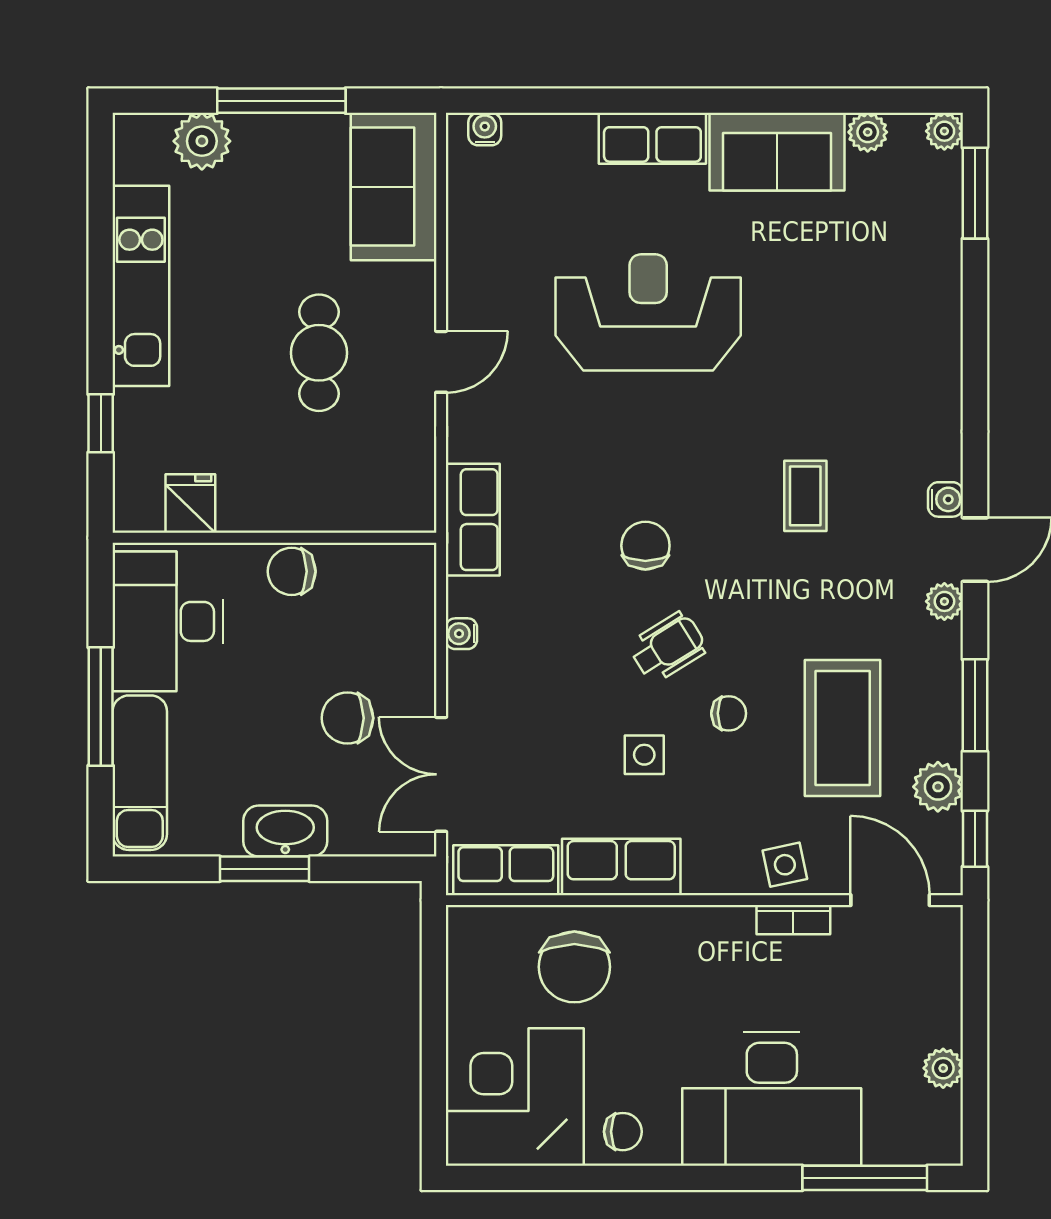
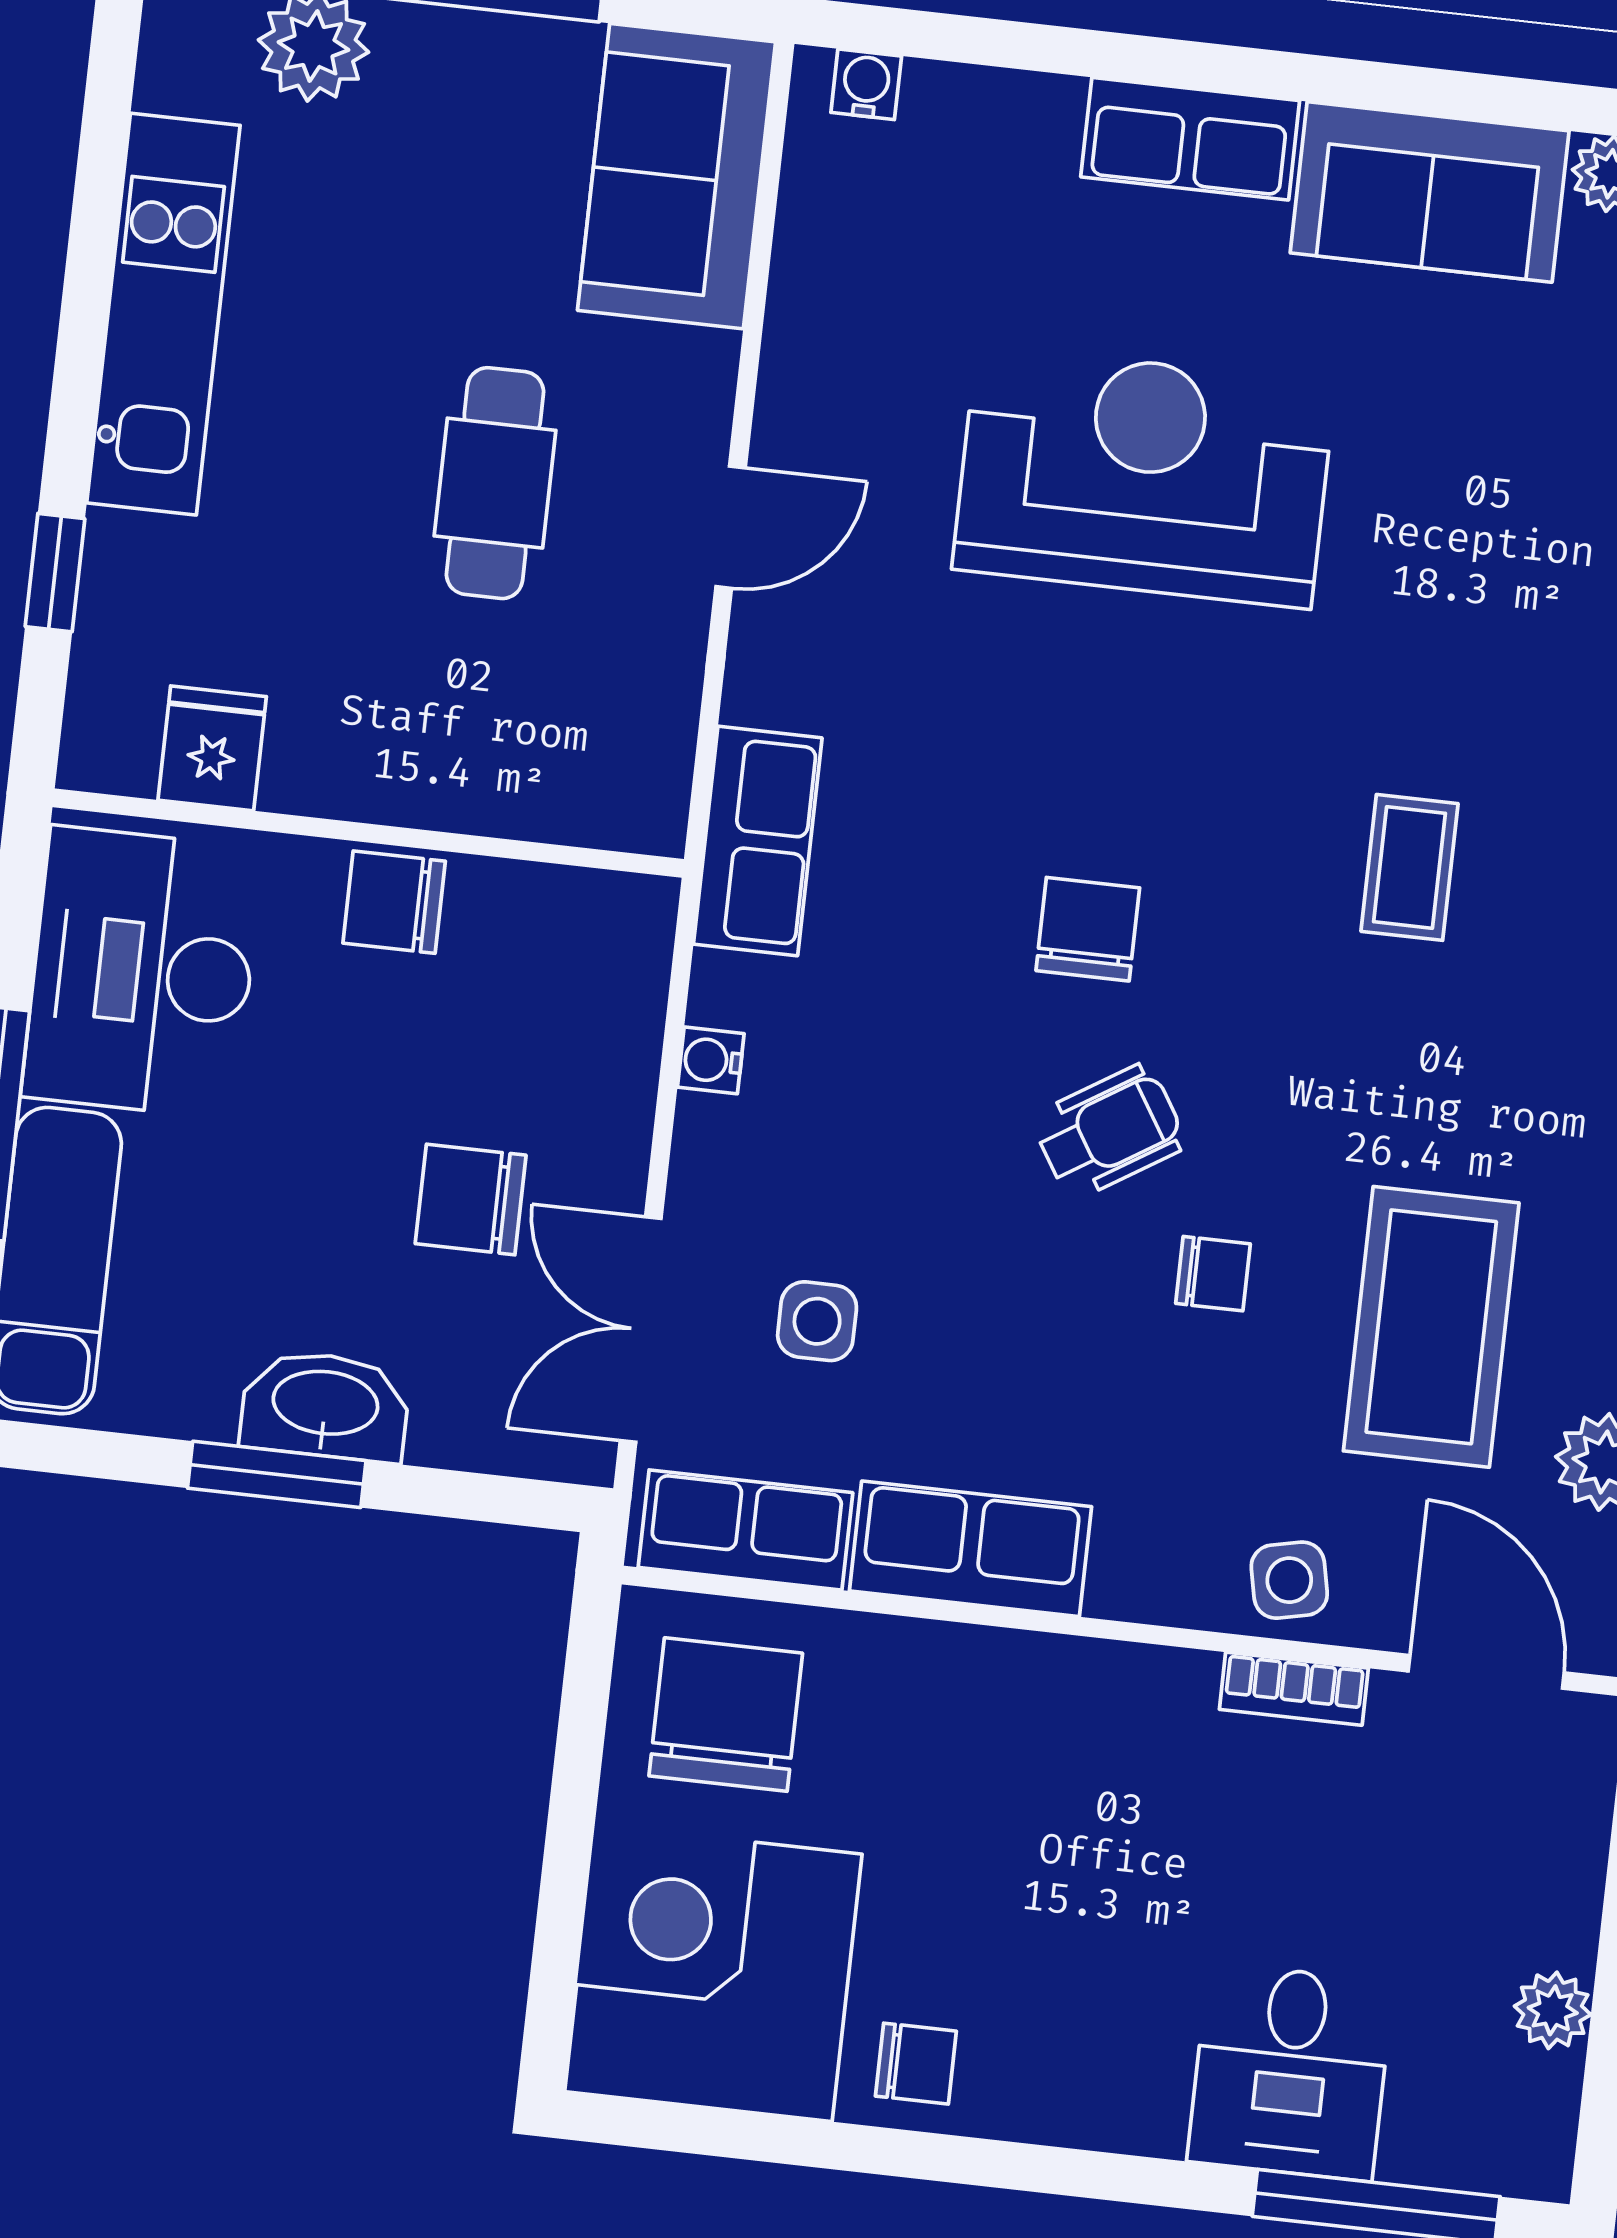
side table: (644, 755) -> (817, 1321), moved
chair: (574, 967) -> (726, 1715), moved, turned 180
desk: (772, 1099) -> (1290, 2072), width x0.53, depth x0.77

